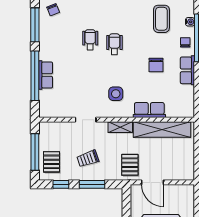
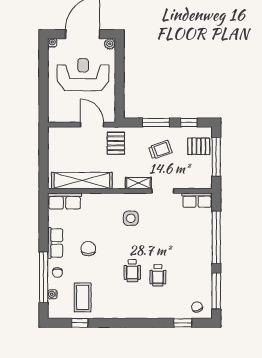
row of seats: (46, 75) -> (197, 200), moved, turned -90
row of seats: (149, 110) -> (65, 201), moved
shelving: (120, 127) -> (138, 183), moved
pallet: (52, 162) -> (199, 146), turned 90

